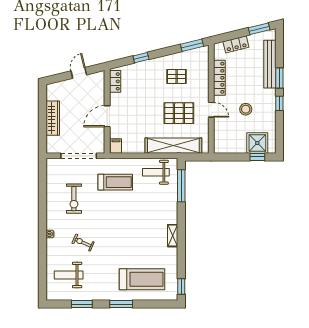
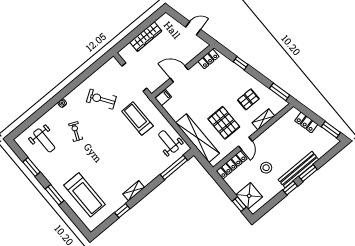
bench: (270, 64) -> (298, 170), moved
pallet: (177, 76) -> (248, 99), turned 90
shelving: (203, 78) -> (263, 119), added
locker: (219, 78) -> (232, 165), moved
treadmill: (115, 182) -> (137, 119), turned 180
exercise bike: (74, 199) -> (101, 99), turned 56
weight bench: (69, 275) -> (44, 140), turned 180
window: (181, 287) -> (122, 211), moved

